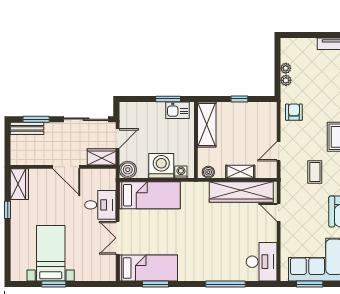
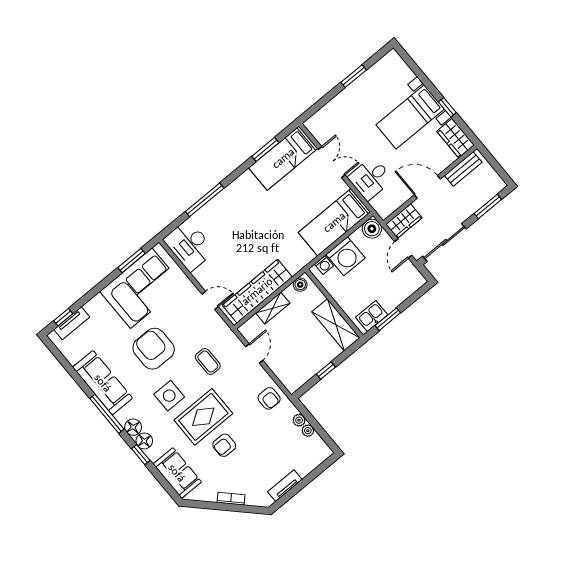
bench: (27, 128) -> (463, 169), moved
bed with nightstands: (51, 253) -> (410, 117), moved, turned 90

